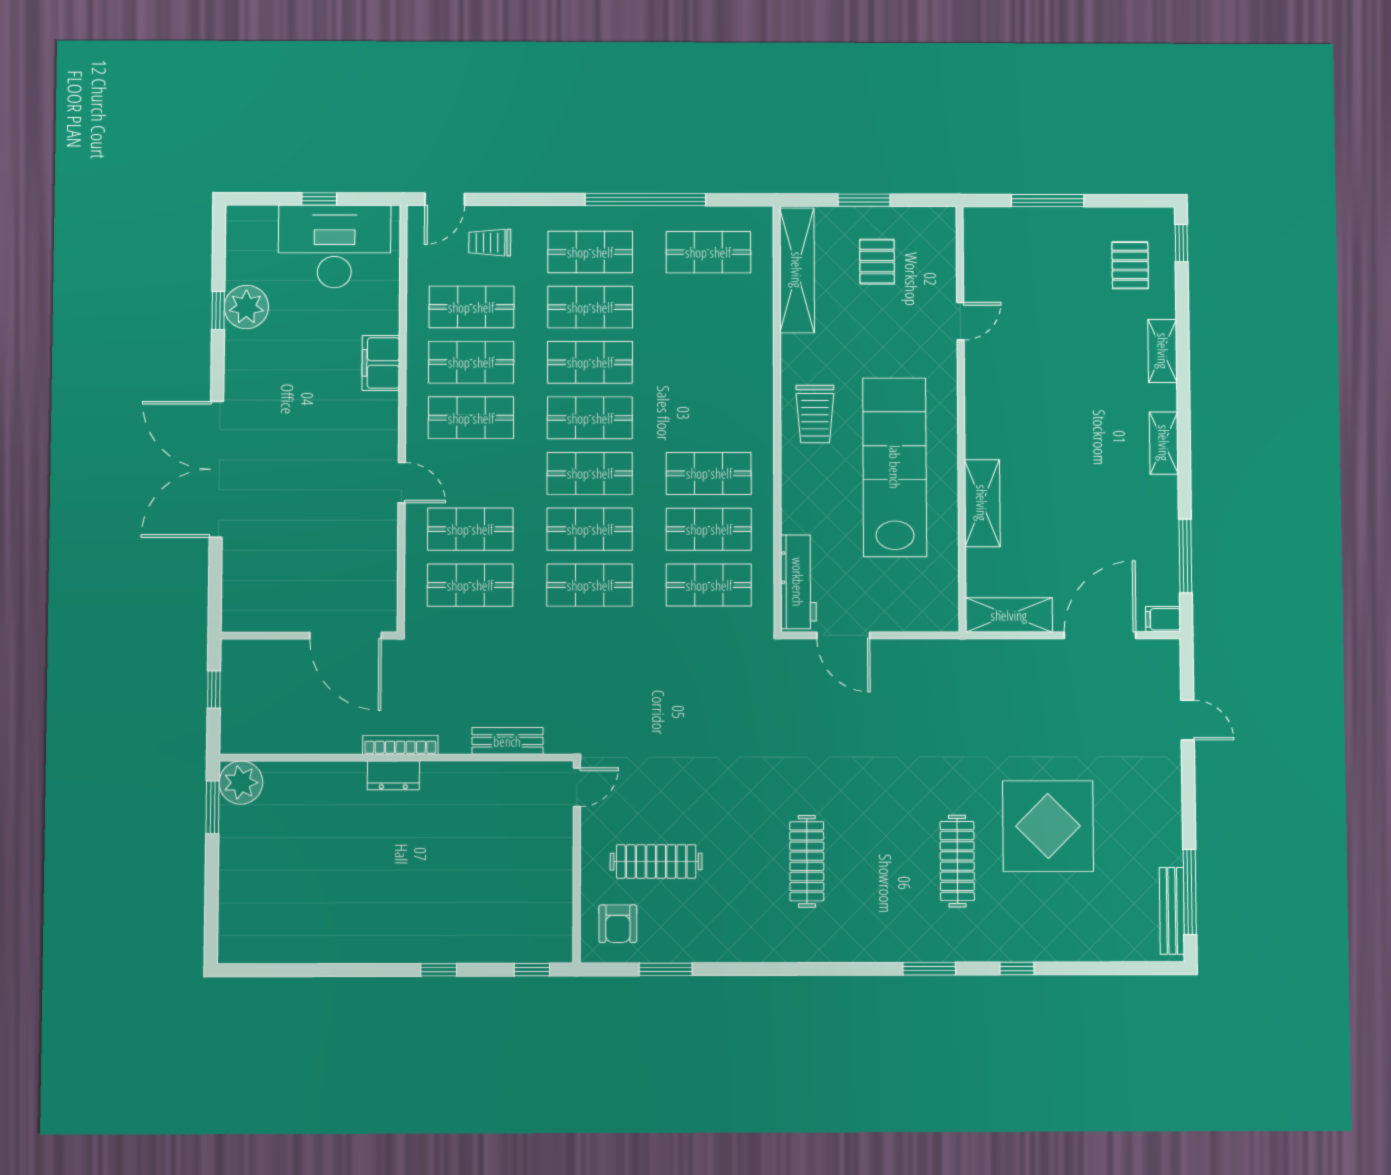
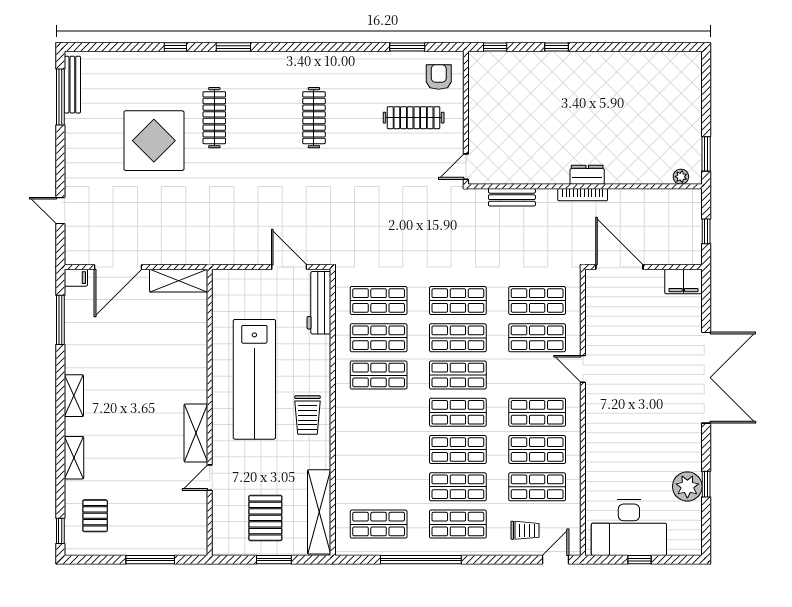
pallet: (877, 262) -> (265, 518), width x1.50, depth x1.42
filing cabinet: (381, 363) -> (683, 281), moved, turned 90
trolley: (815, 414) -> (307, 415), turned 180
shelving: (982, 503) -> (196, 433), moved
plant: (241, 783) -> (681, 177), width x0.53, depth x0.53

